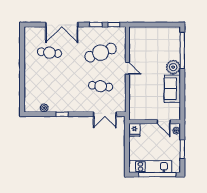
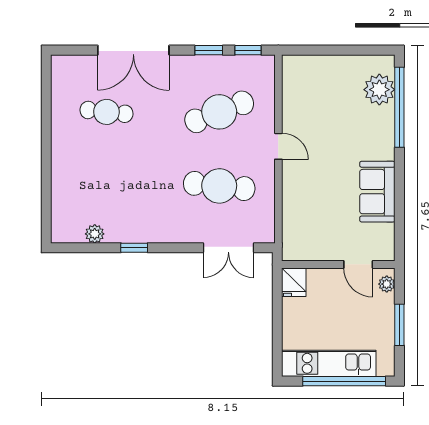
plant: (173, 67) -> (379, 90), moved
cafe table: (101, 86) -> (219, 186), width x1.37, depth x1.35

